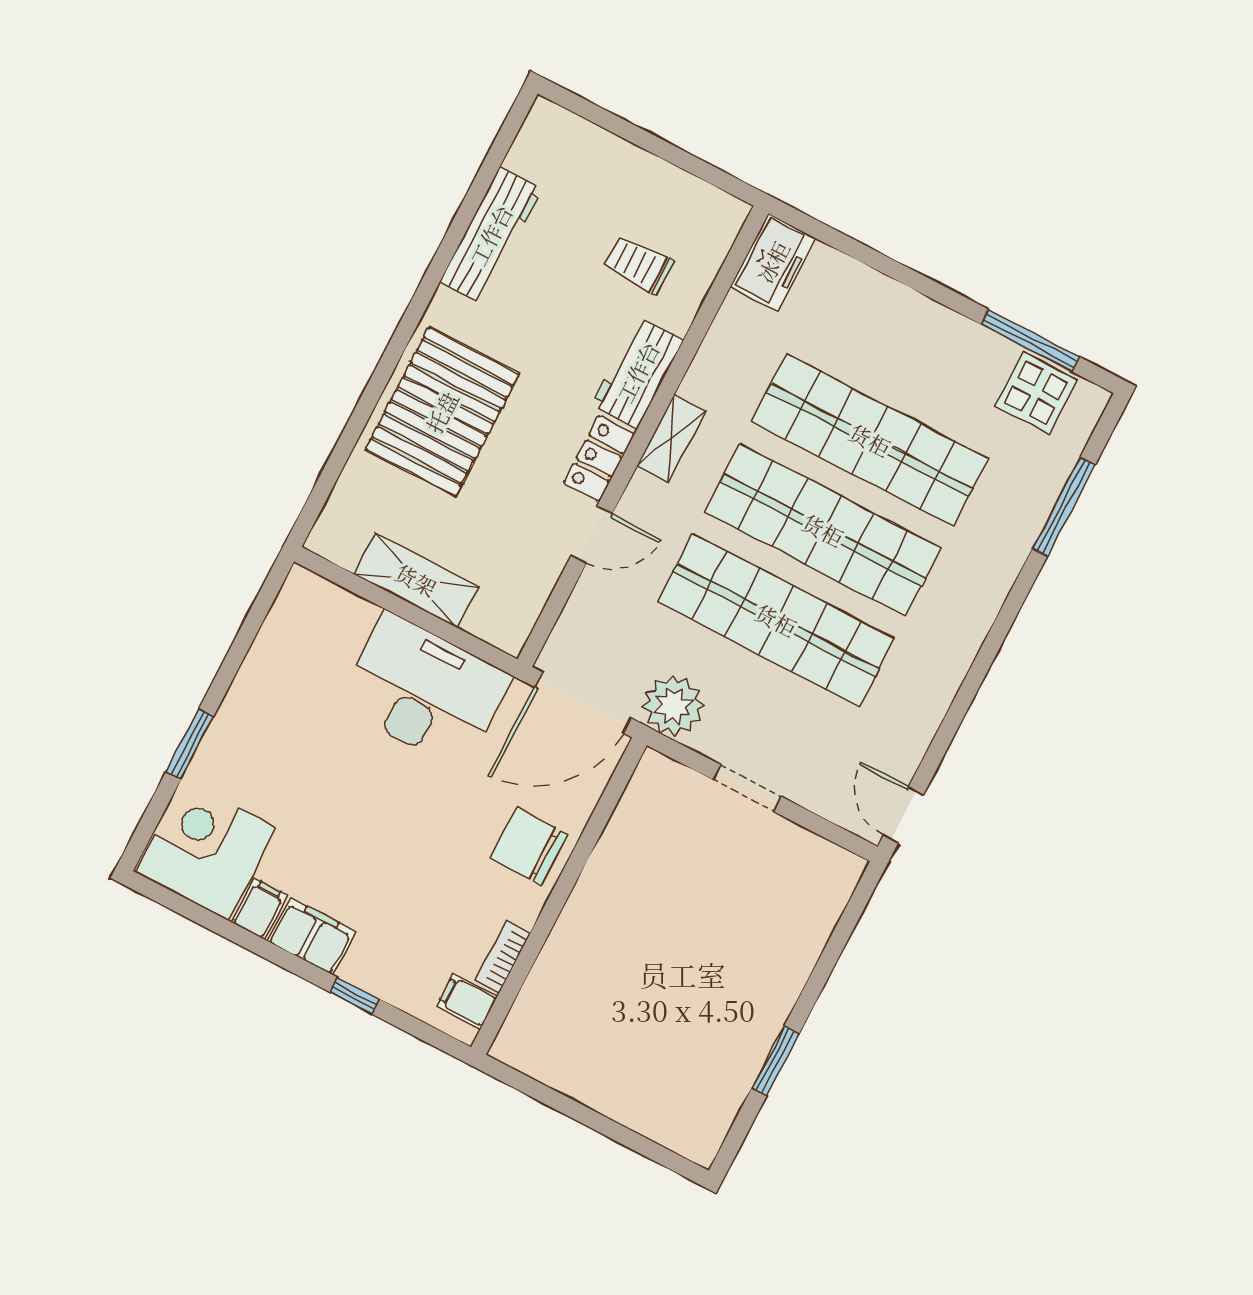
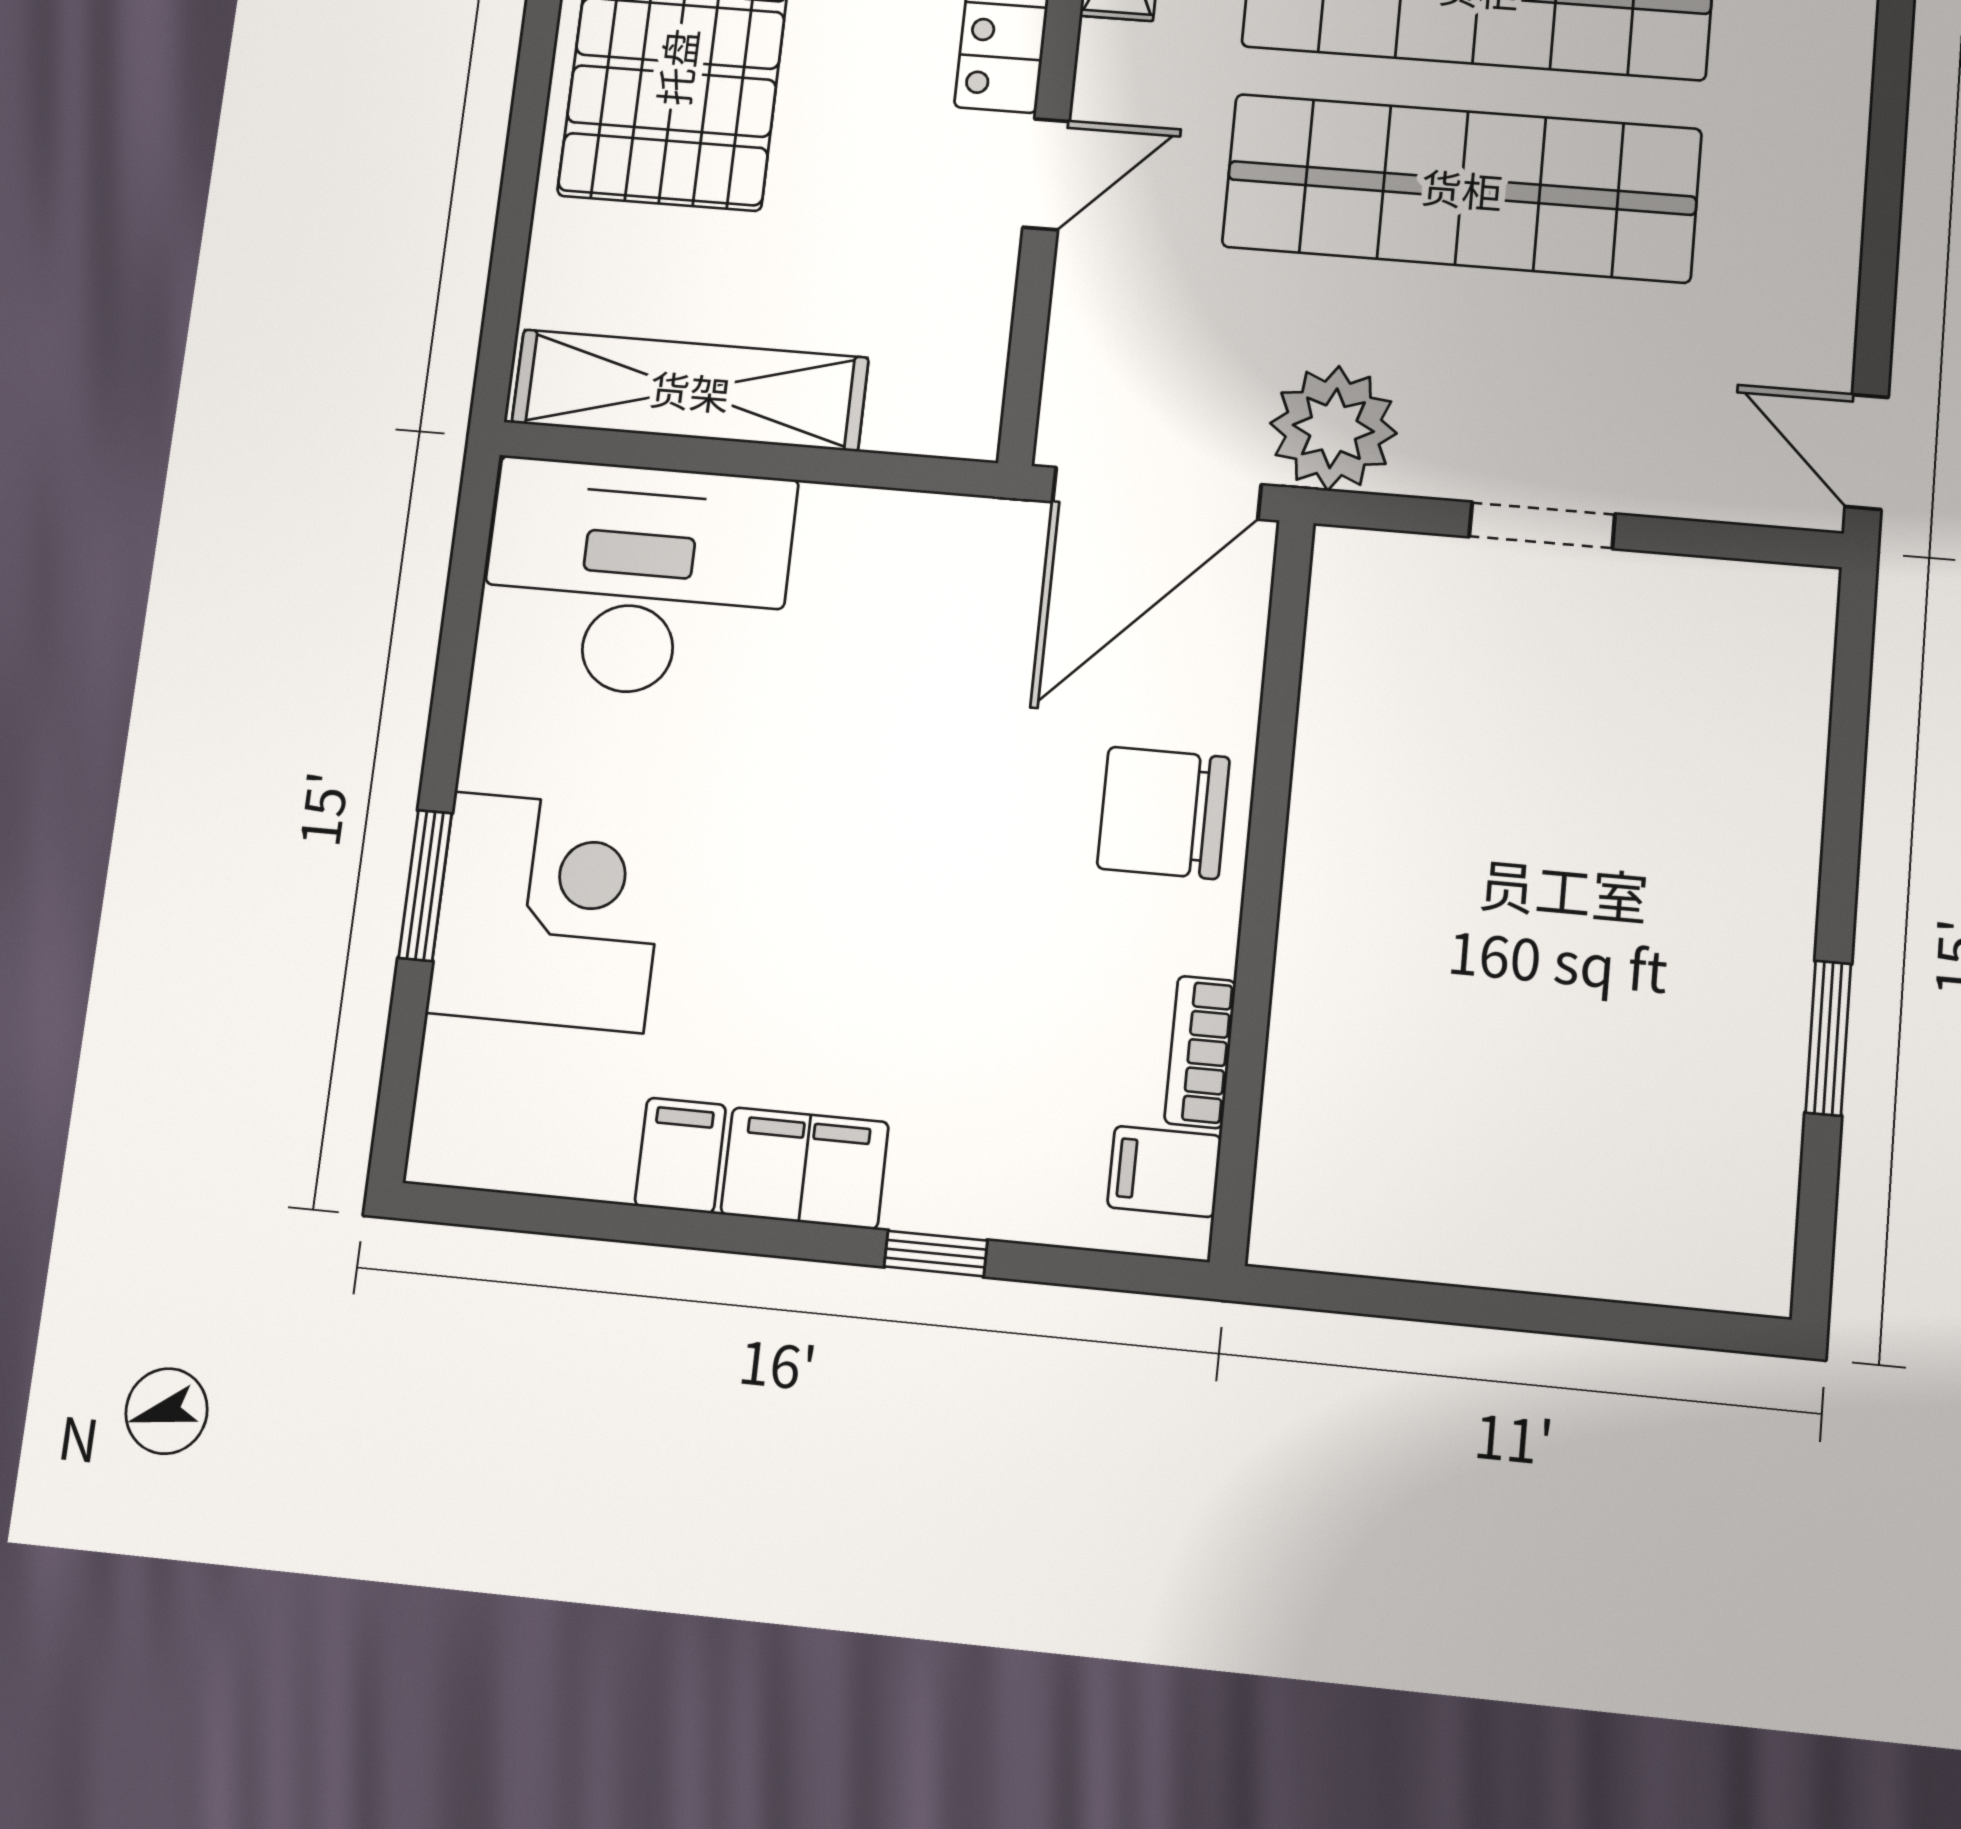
shelving: (416, 580) -> (690, 390), width x1.47
desk: (425, 691) -> (636, 579), moved
corner desk: (206, 850) -> (548, 912), moved, turned 90

